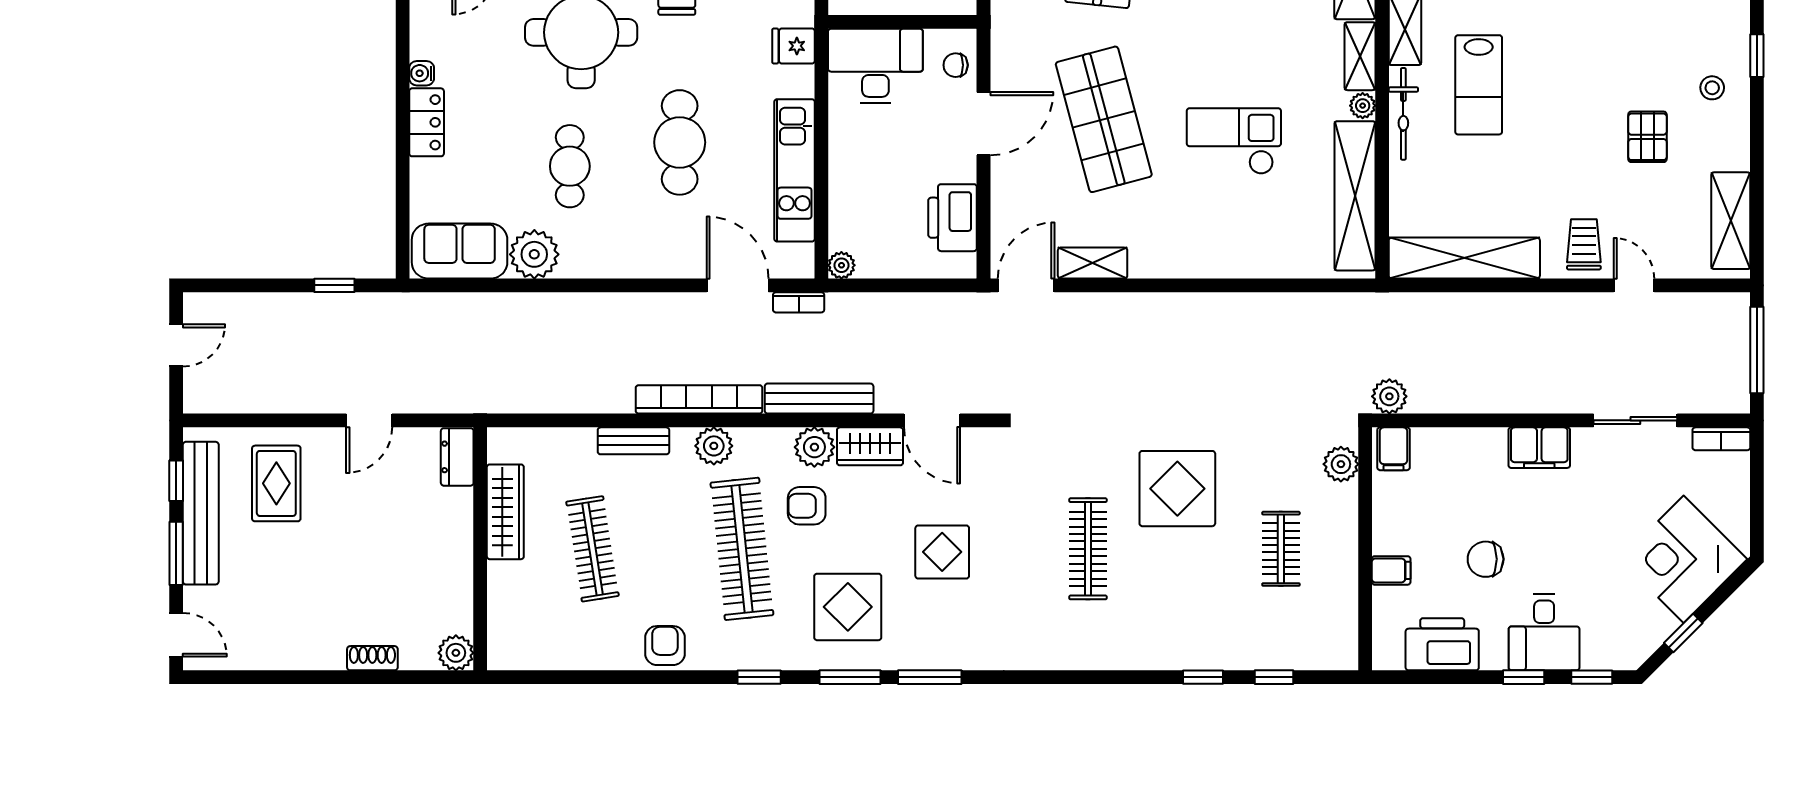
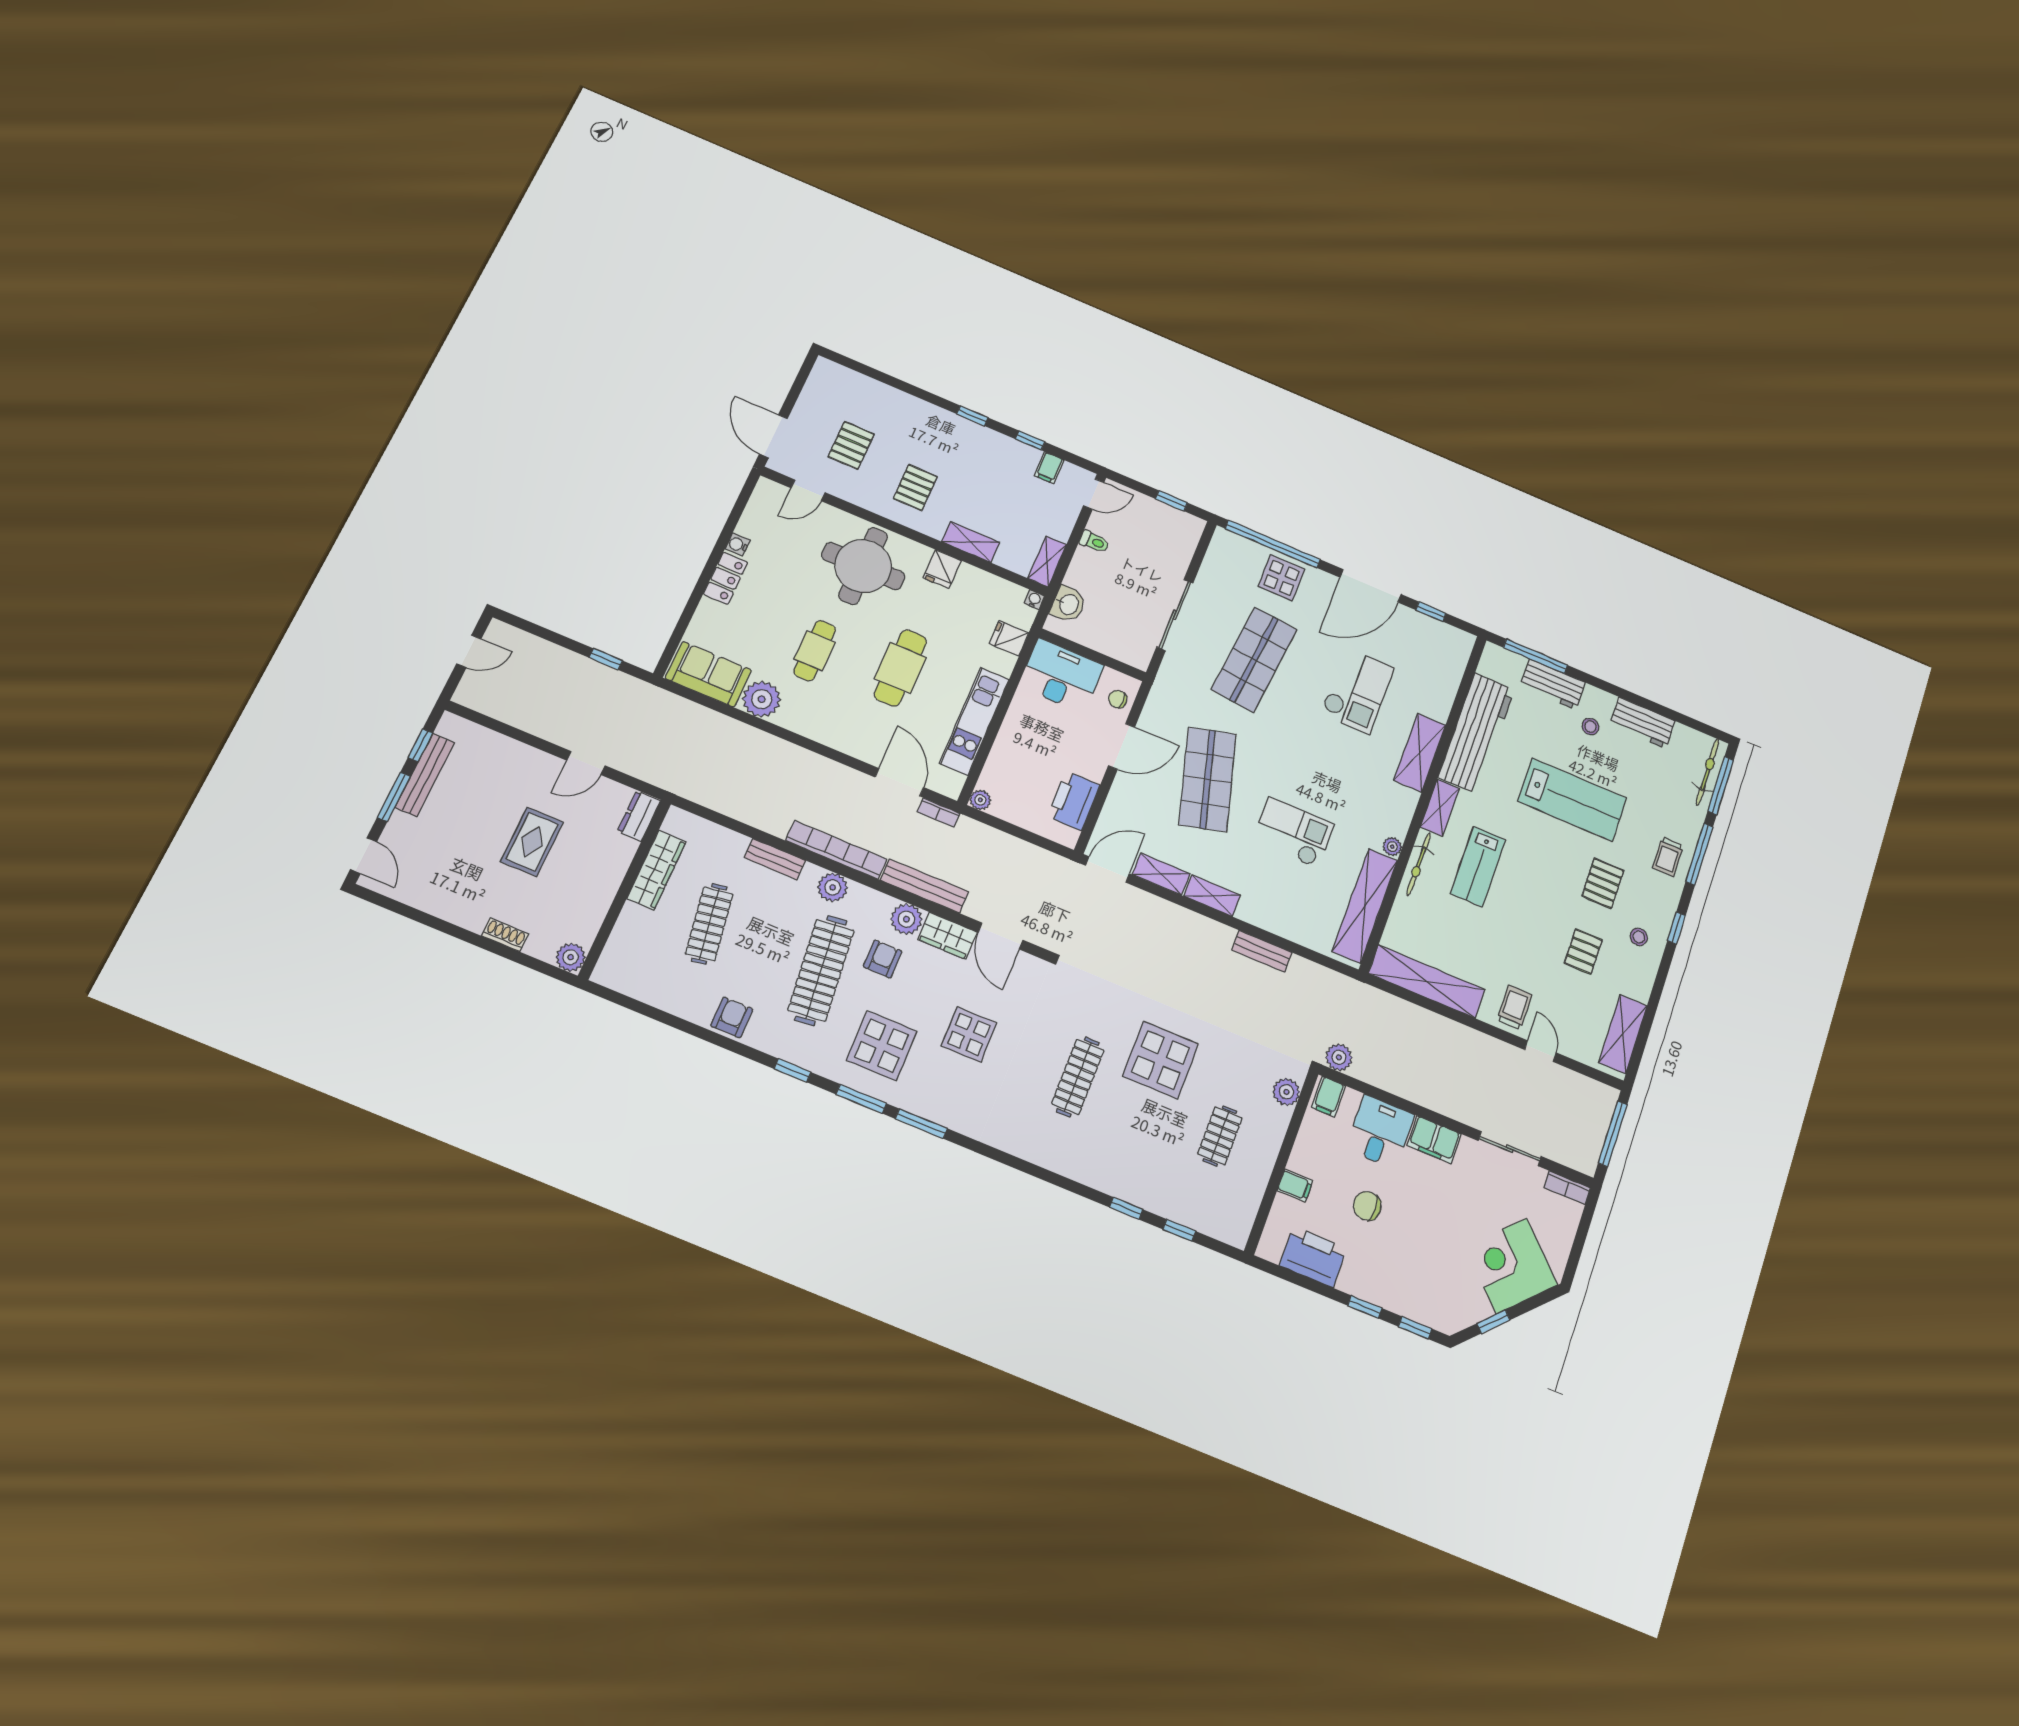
pallet: (1644, 38) -> (1603, 883), added
shelving: (1360, 56) -> (1212, 896), moved, turned 90
bench: (1249, 306) -> (1262, 951), added
rug: (276, 483) -> (532, 842), moved
armchair: (807, 506) -> (883, 959), turned 90
bench: (201, 513) -> (425, 775), width x0.73, depth x0.82
desk: (1544, 632) -> (1380, 1132), moved, turned 180

